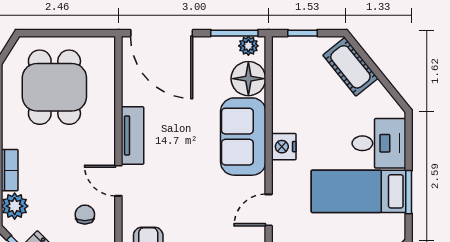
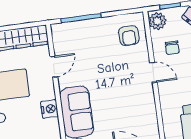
tv unit: (133, 135) -> (148, 103), removed

